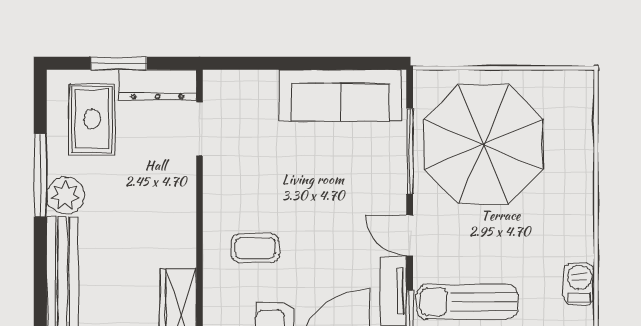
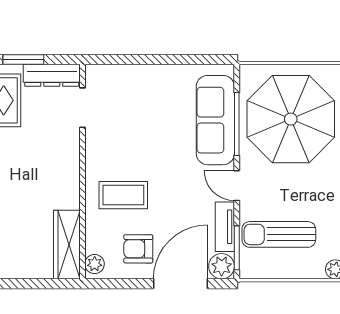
sofa: (340, 96) -> (215, 120), moved, turned 90
coffee table: (255, 248) -> (123, 195), width x1.36, depth x1.30

